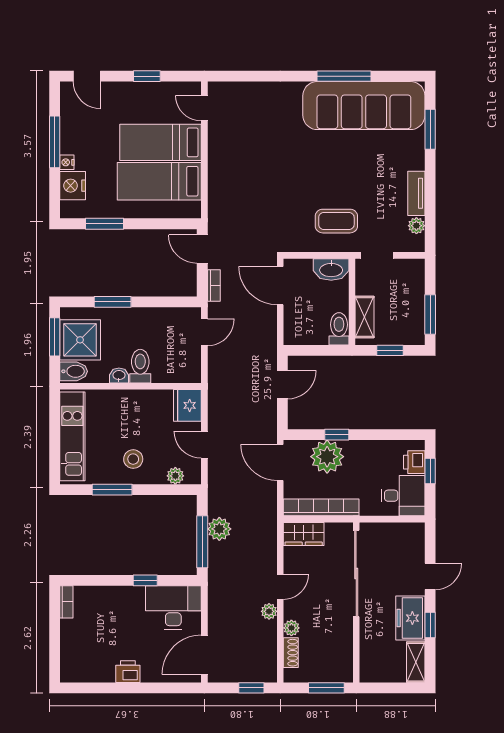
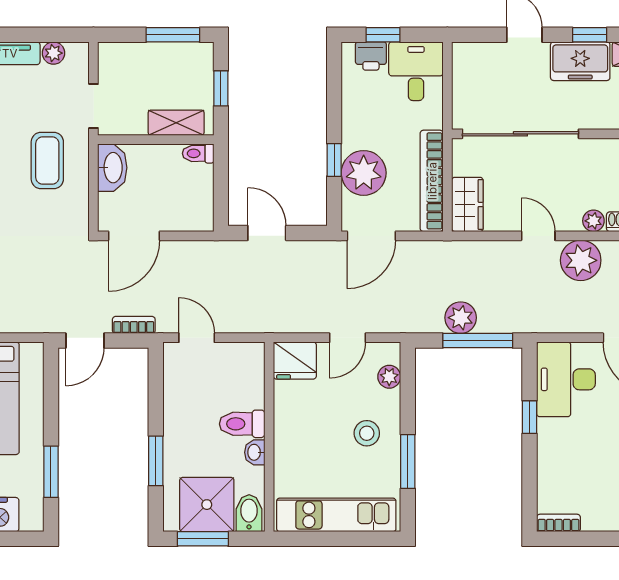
toilet: (339, 329) -> (198, 153), width x0.73, depth x0.72
plant: (269, 611) -> (581, 260), width x1.88, depth x1.88

